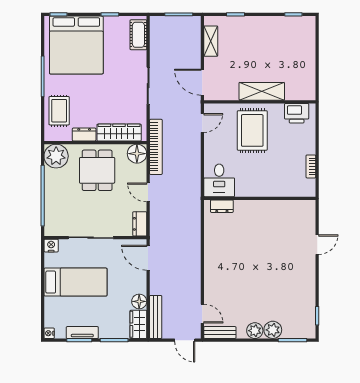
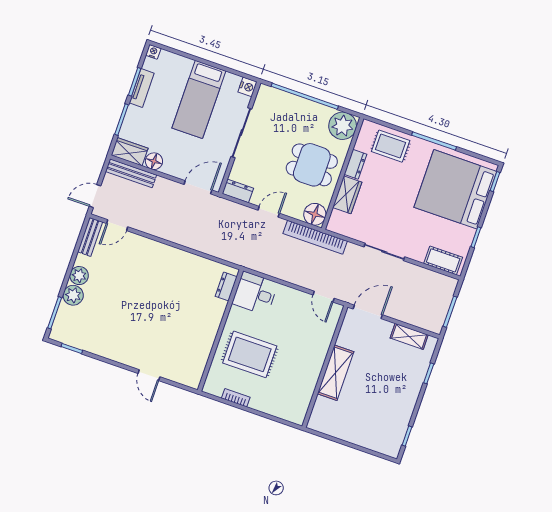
printer: (297, 113) -> (299, 402), removed
rug: (252, 130) -> (250, 354), moved
wardrobe: (119, 133) -> (347, 195), width x0.67

